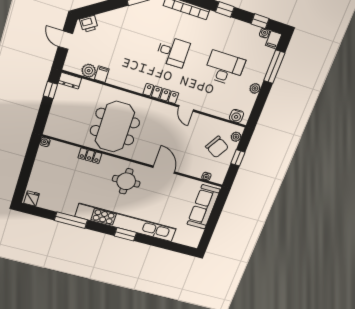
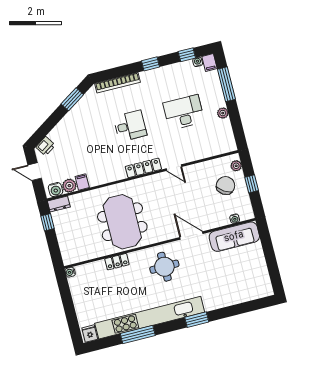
water cooler: (236, 116) -> (55, 190), moved
chair: (217, 147) -> (226, 185), turned -88
sofa: (204, 207) -> (234, 237), moved, turned -90
kitchen unit: (126, 223) -> (150, 318), moved

